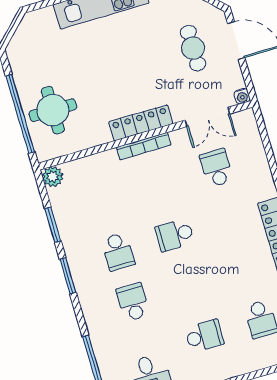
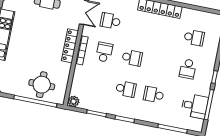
school desk: (160, 185) -> (104, 52), added
school desk: (175, 235) -> (132, 58), turned -90
school desk: (204, 336) -> (188, 69), turned 180

